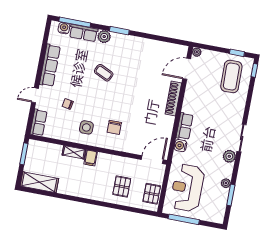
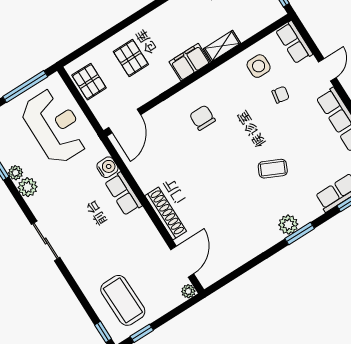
plant: (104, 37) -> (288, 225), moved
side table: (86, 127) -> (259, 66), moved
plant: (229, 156) -> (28, 187), moved
filing cabinet: (91, 158) -> (190, 62), width x2.00

